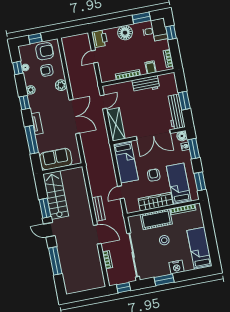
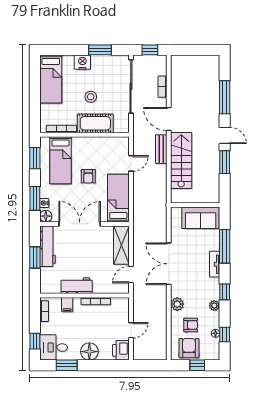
armchair: (45, 51) -> (189, 348), turned 90
stairs: (56, 195) -> (181, 160), moved, turned 180
wardrobe: (156, 202) -> (92, 144), removed

